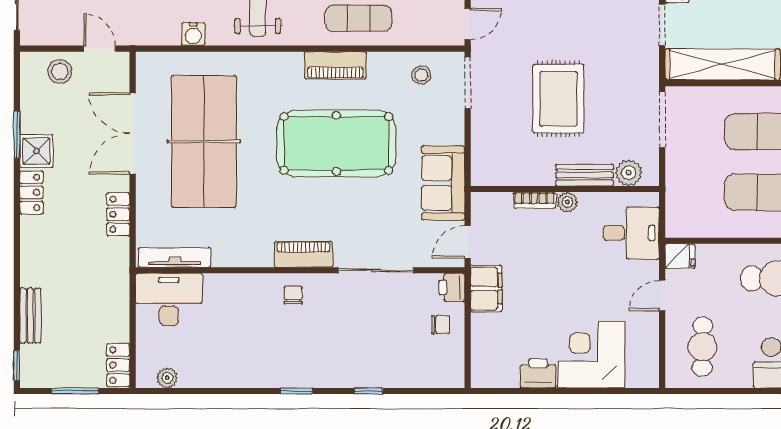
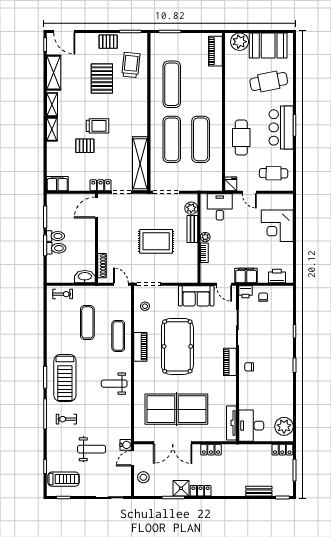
water cooler: (193, 34) -> (126, 445), moved
printer: (538, 373) -> (277, 276), moved, turned 90
plant: (167, 378) -> (284, 426), width x1.88, depth x1.88

